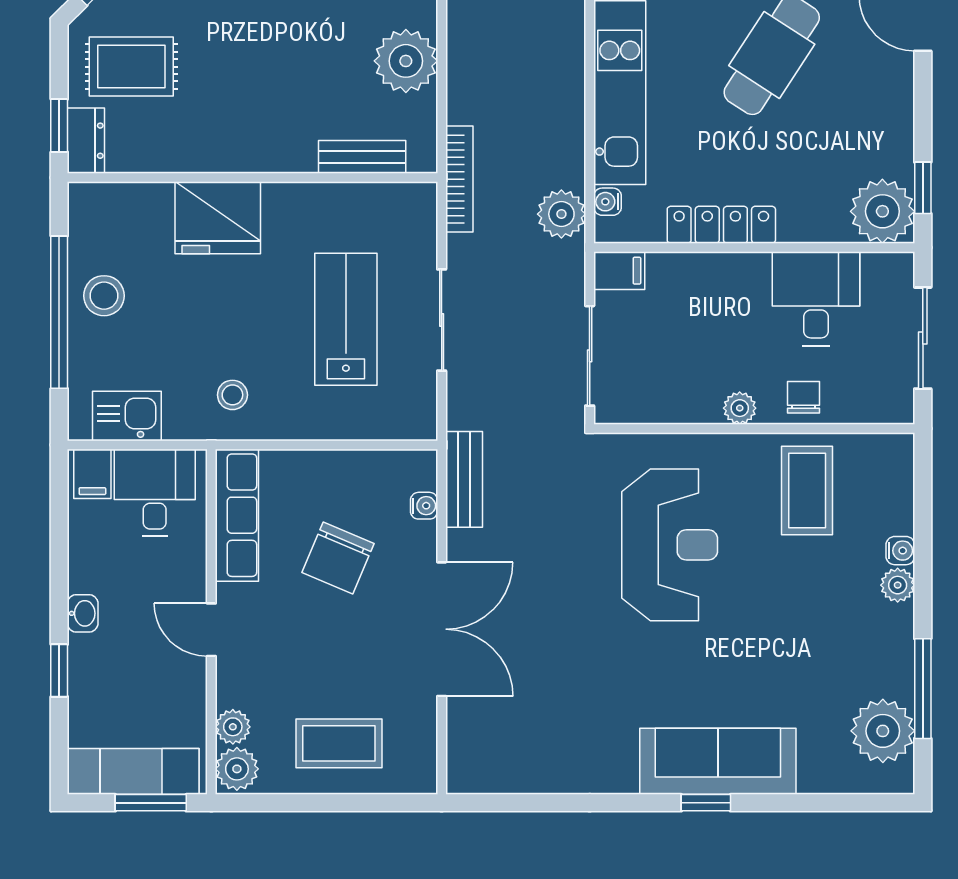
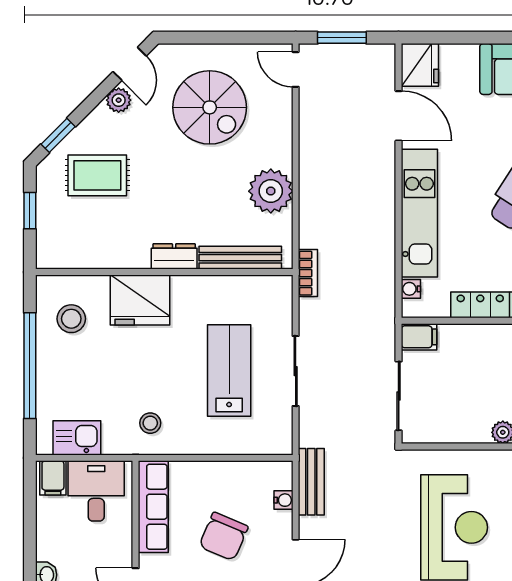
rug: (131, 67) -> (97, 175), moved
window: (59, 126) -> (30, 211), moved
dresser: (86, 141) -> (174, 256), moved, turned -90
bench: (362, 157) -> (240, 258), width x1.36
bookcase: (459, 179) -> (308, 273), width x0.64
plant: (561, 214) -> (379, 297), removed
stool: (104, 296) -> (71, 319), moved

